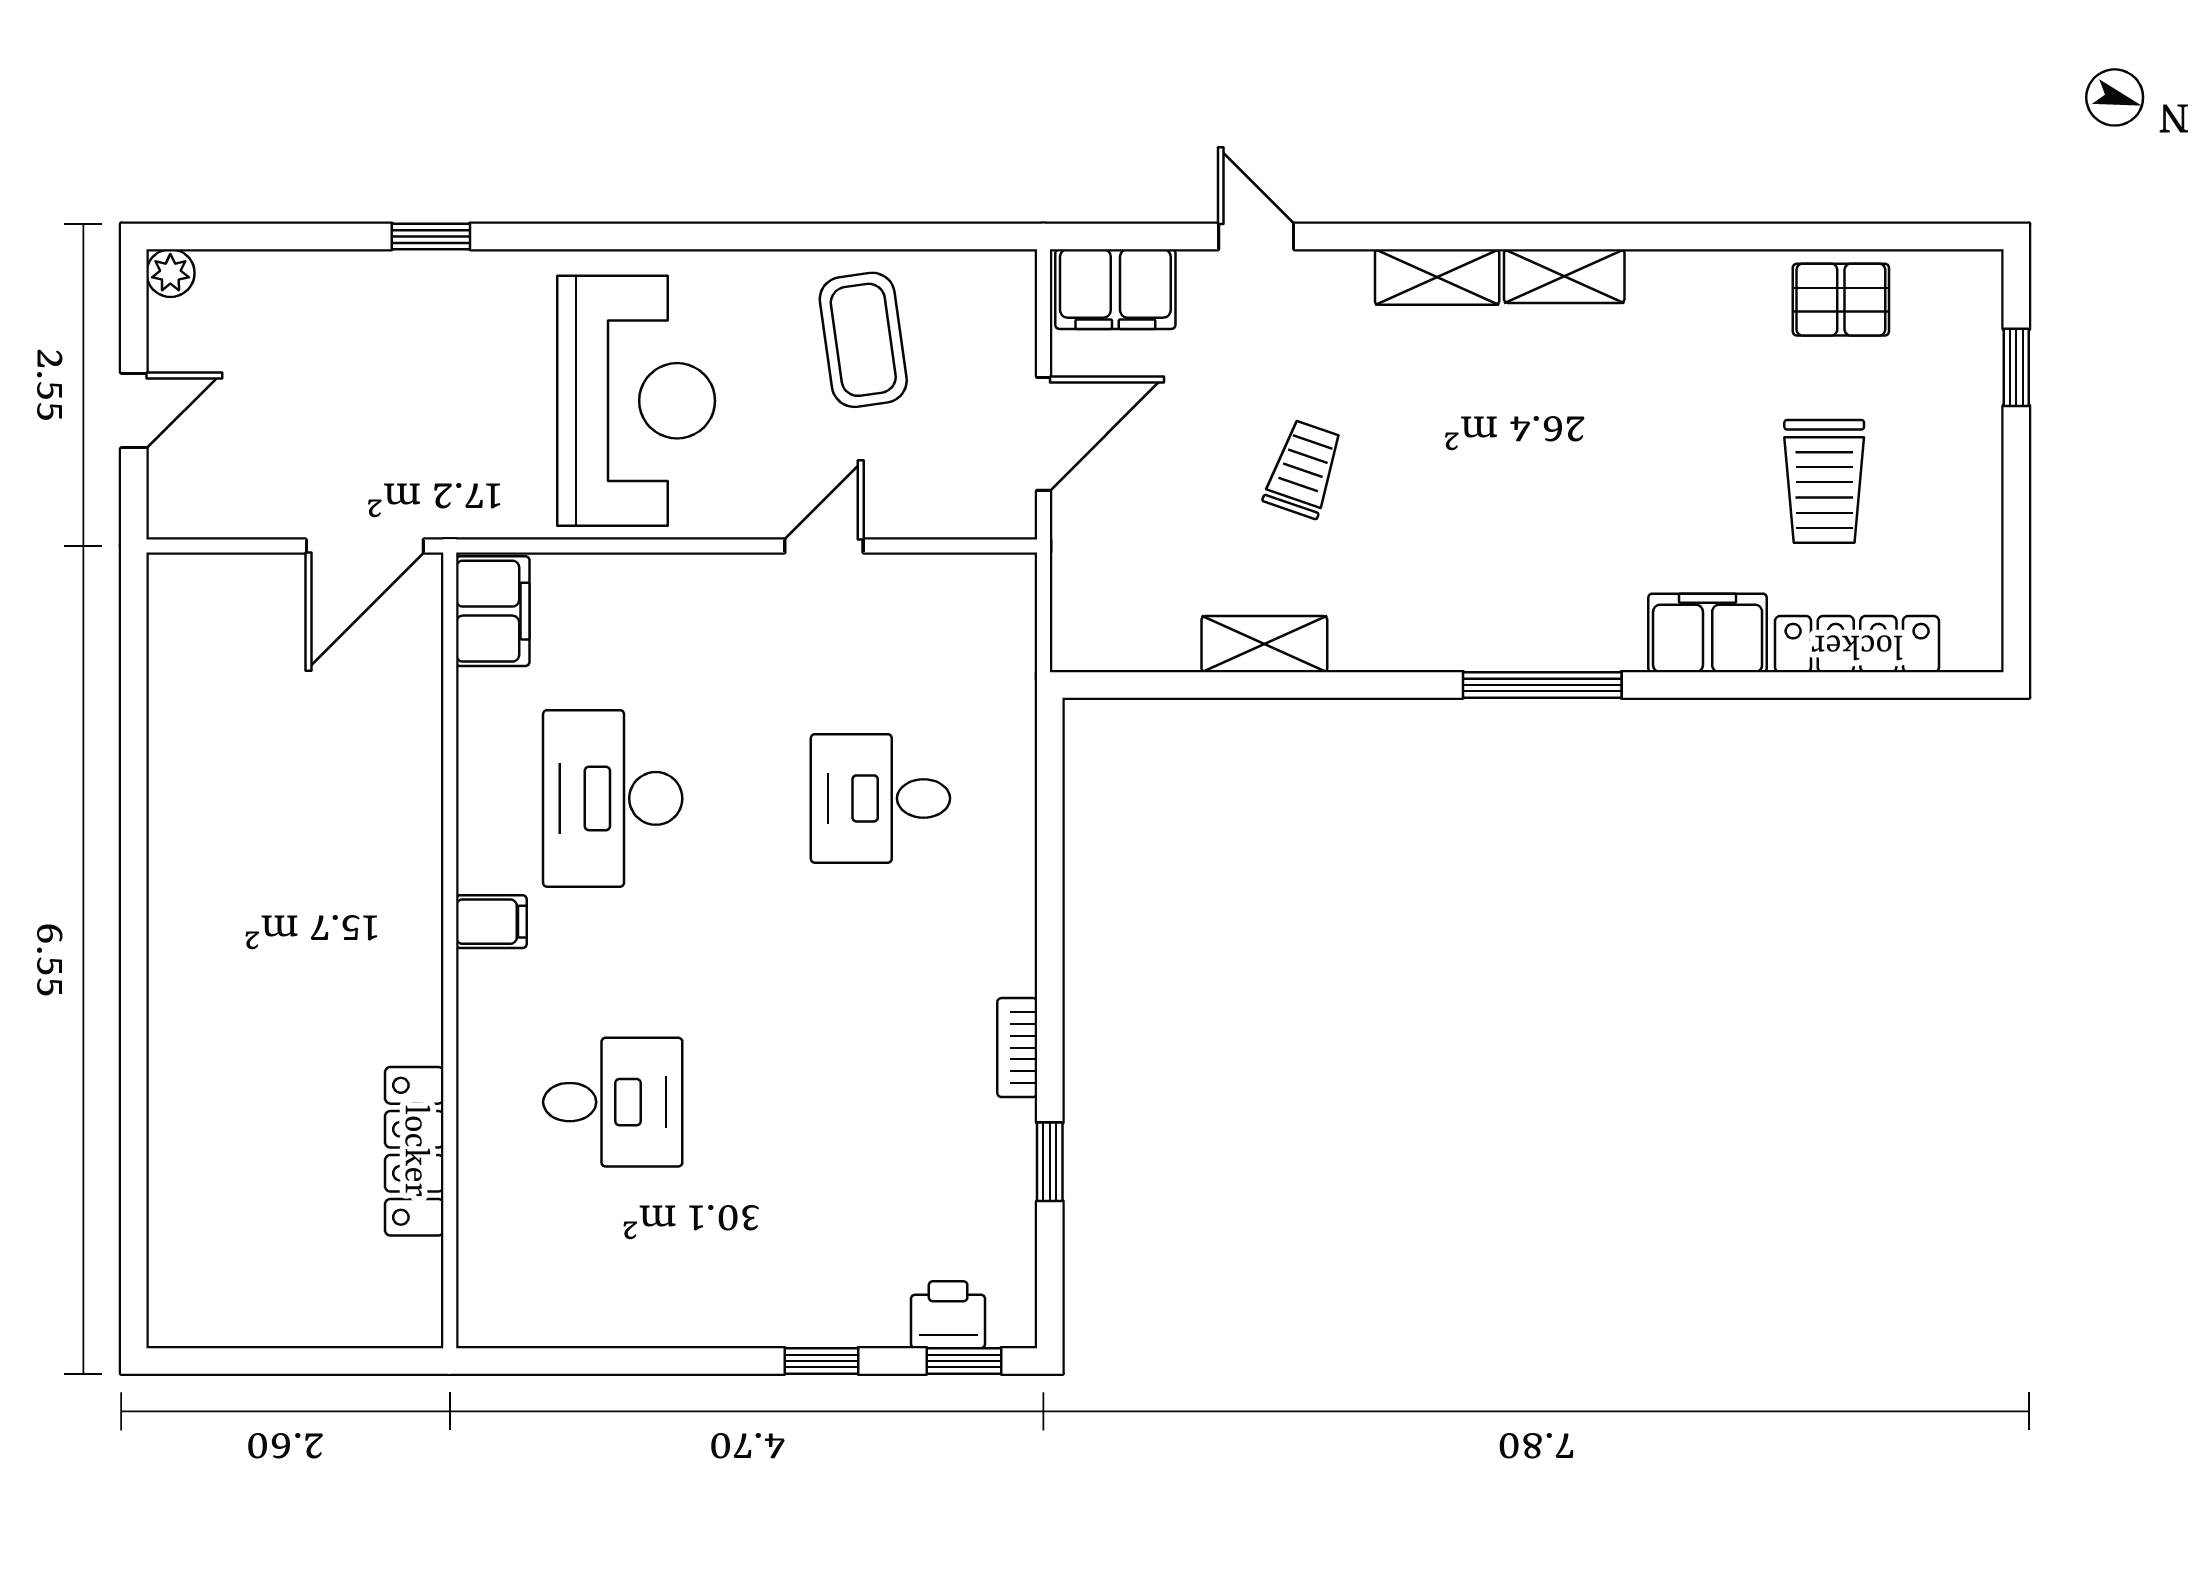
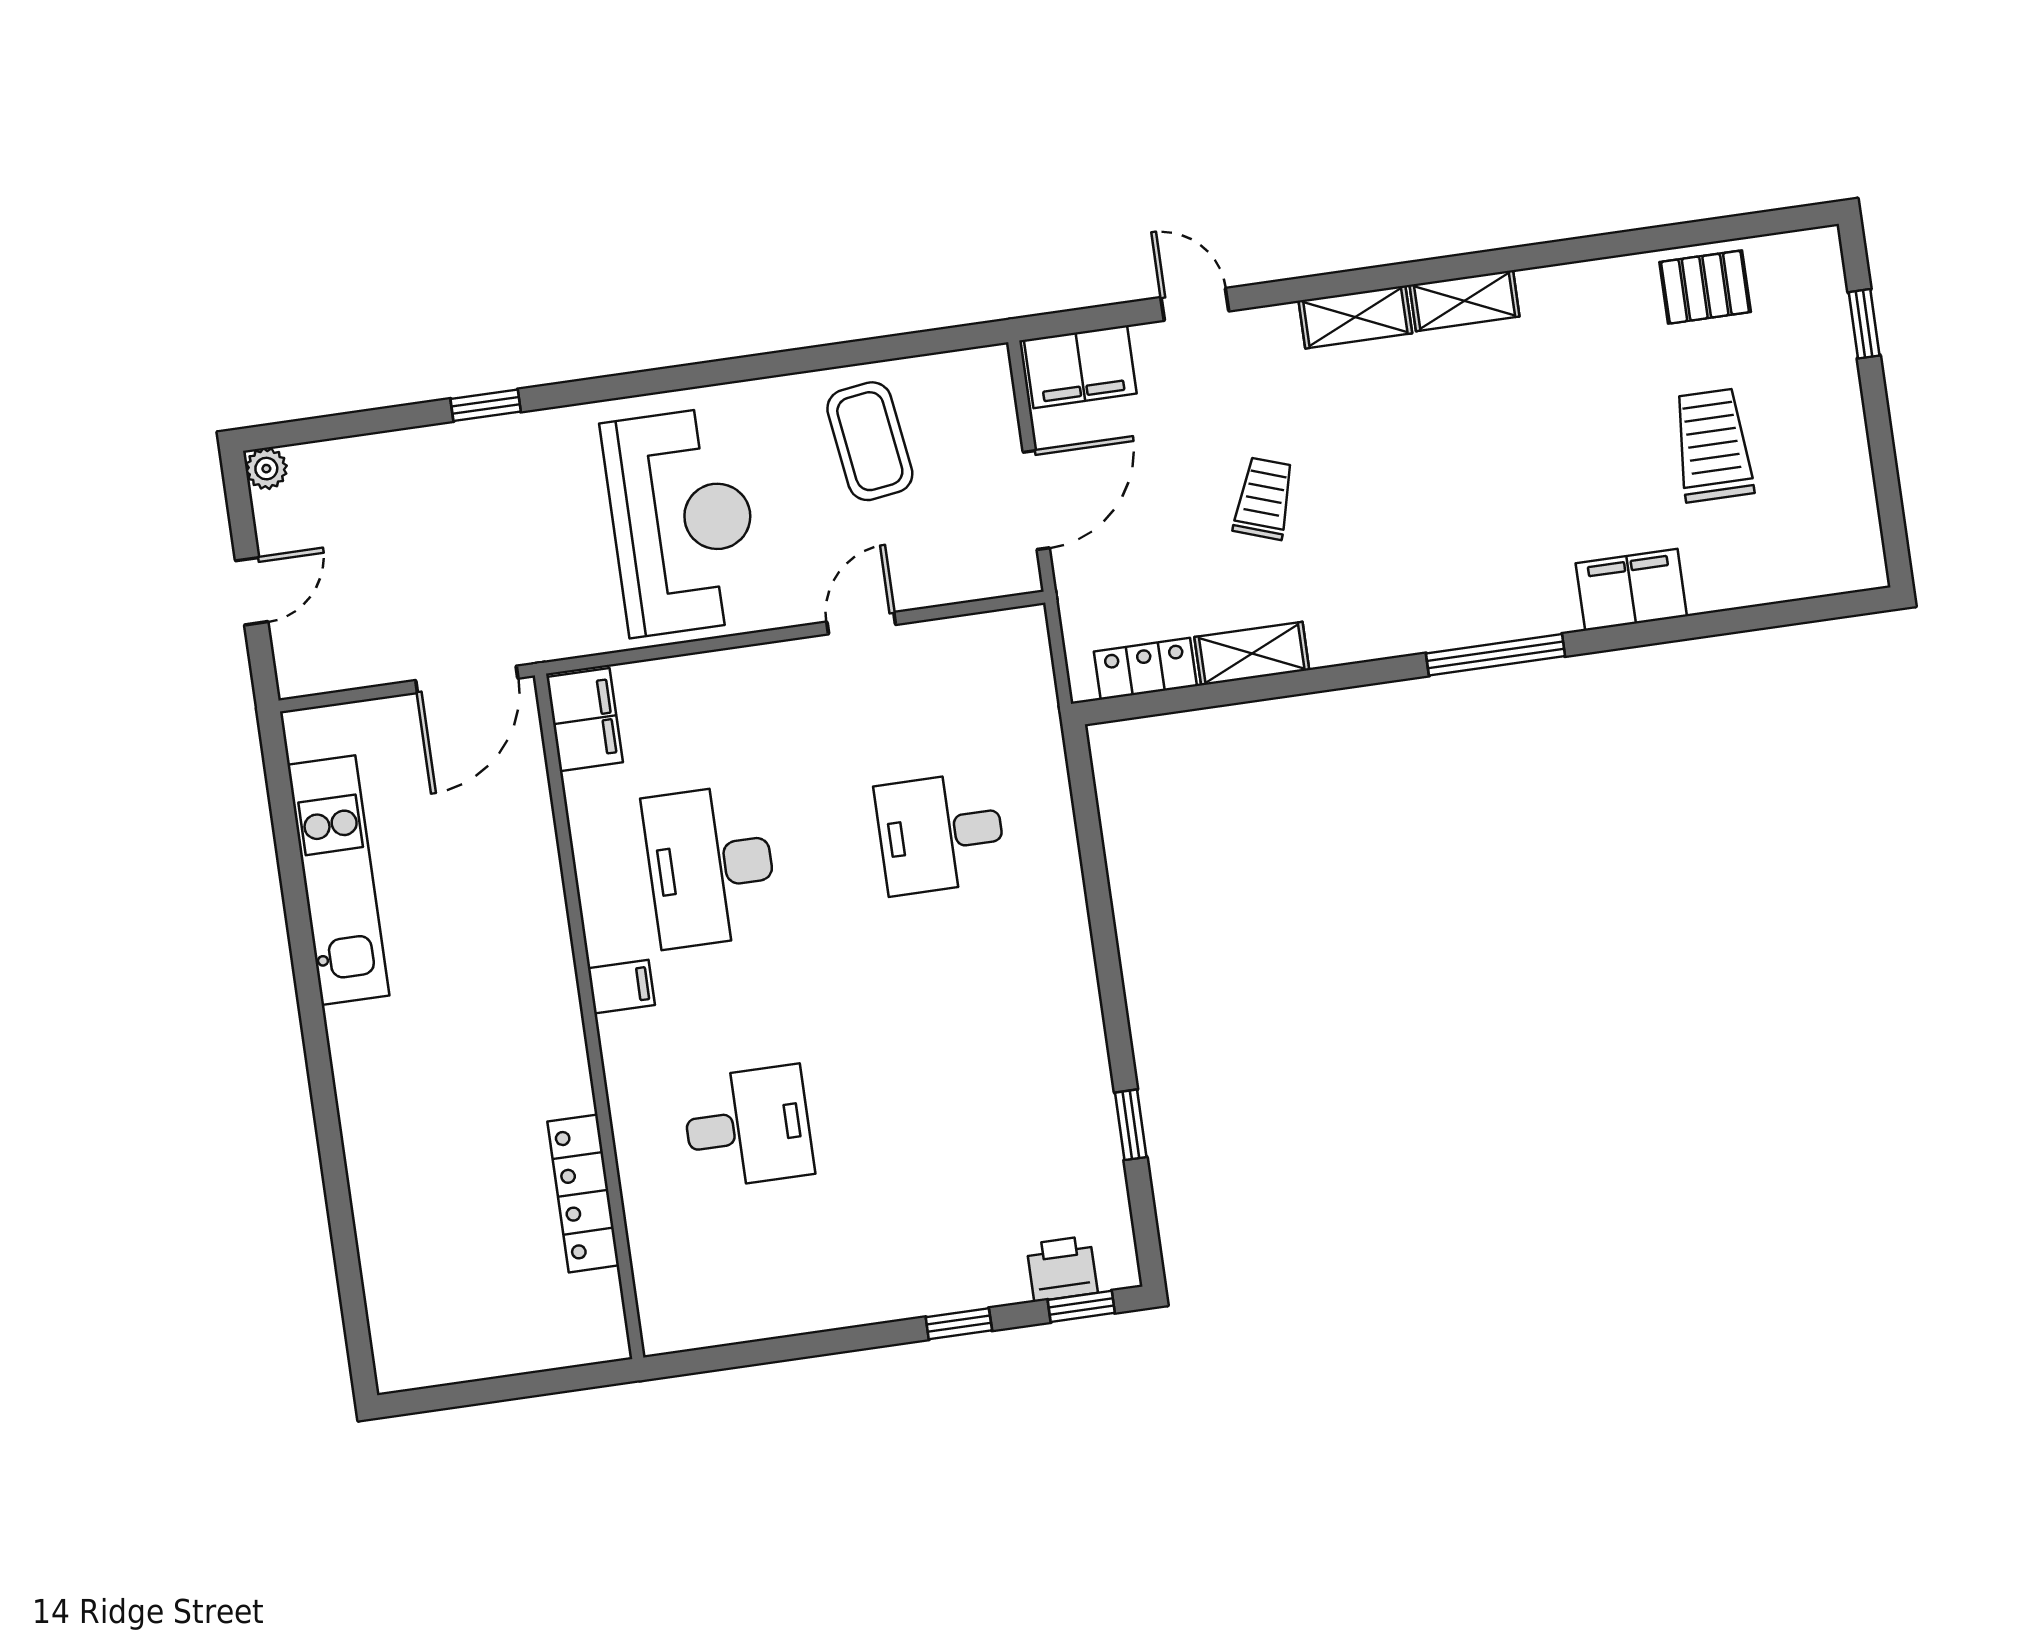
trolley: (1824, 481) -> (1713, 445), turned 180
locker: (1857, 644) -> (1145, 669), moved, width x0.66
kitchen unit: (186, 754) -> (338, 880), added
bookcase: (1017, 1048) -> (1089, 1031), removed

